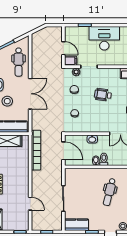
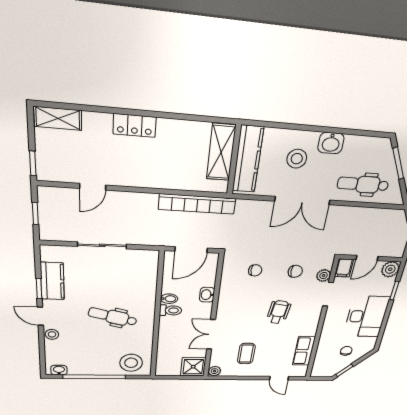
plant: (70, 32) -> (390, 269), added
kitchen counter: (76, 225) -> (52, 281), moved

